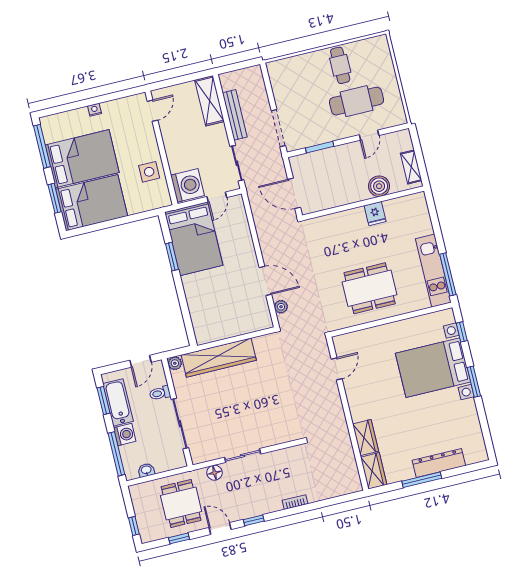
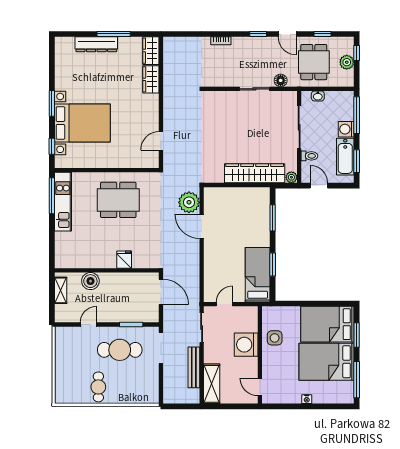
cafe table: (356, 101) -> (120, 350), moved
door: (152, 111) -> (260, 387), hinge flipped
washing machine: (187, 185) -> (246, 345), moved
fridge: (375, 214) -> (124, 260), moved
bed: (194, 239) -> (258, 275), width x0.67
plant: (281, 307) -> (189, 202), width x1.88, depth x1.88
window: (185, 311) -> (273, 218), added
door: (140, 361) -> (319, 186), hinge flipped
washbasin: (146, 470) -> (318, 96), moved
plant: (143, 513) -> (347, 62), added

